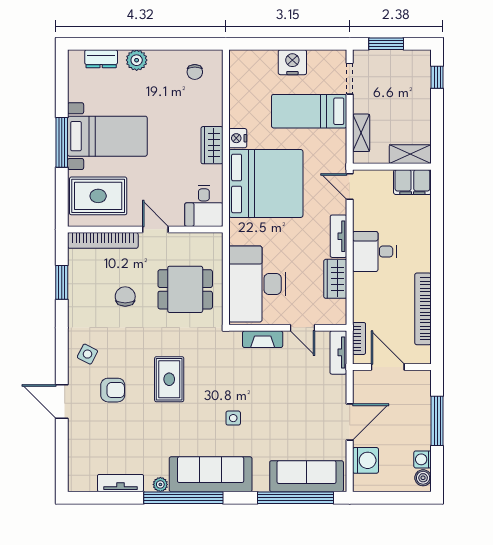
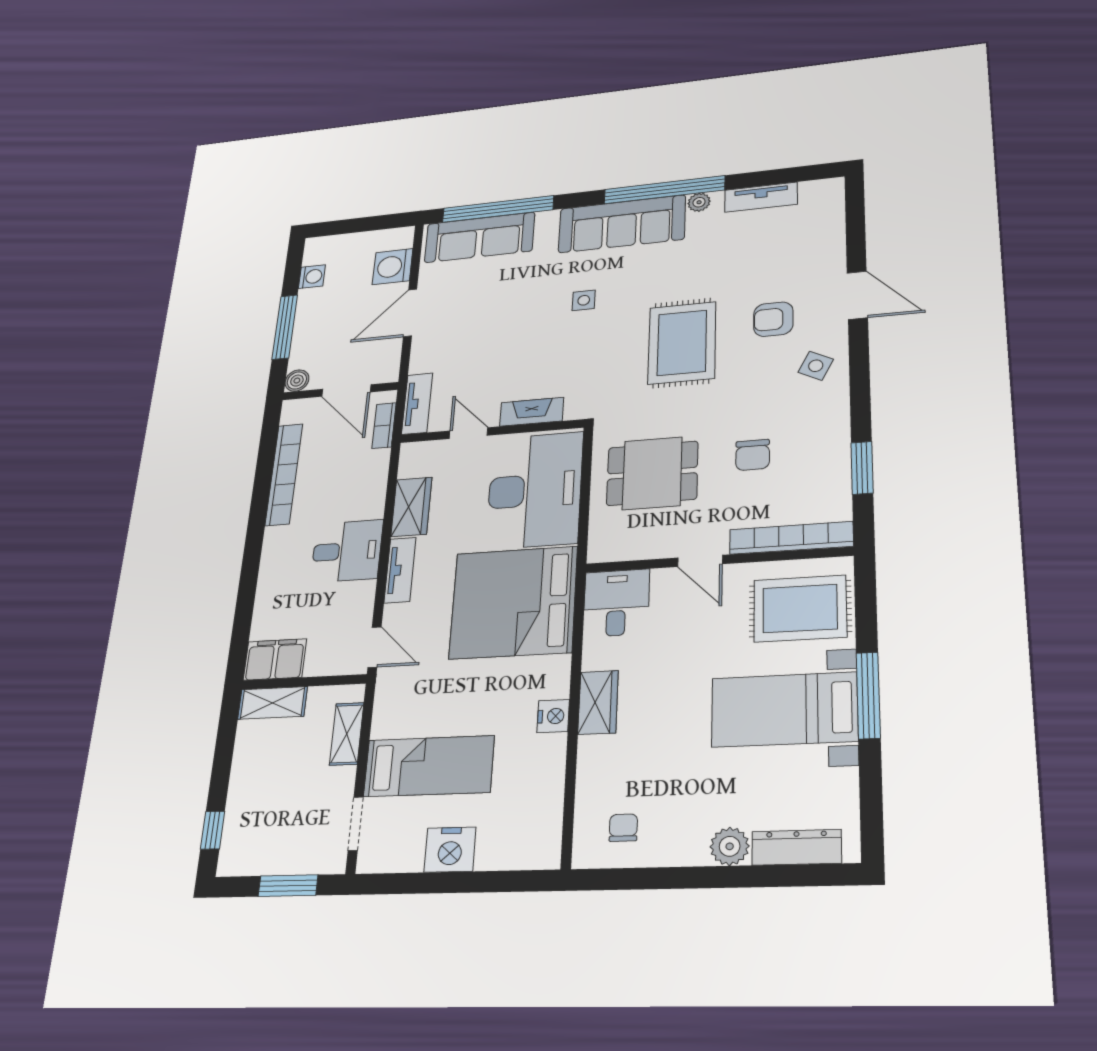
dresser: (101, 59) -> (797, 847), width x1.44
bed: (266, 183) -> (513, 602), moved
rug: (169, 379) -> (682, 343), width x1.36, depth x1.43
boiler: (423, 478) -> (297, 381), moved

